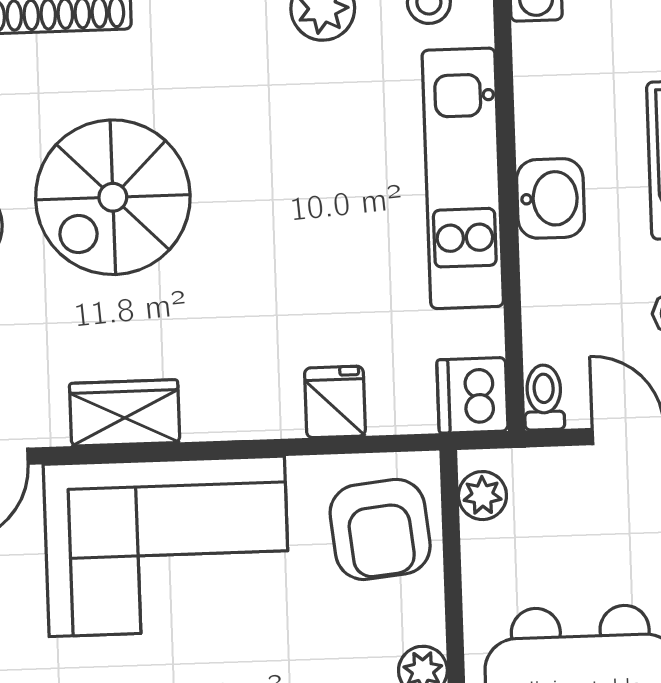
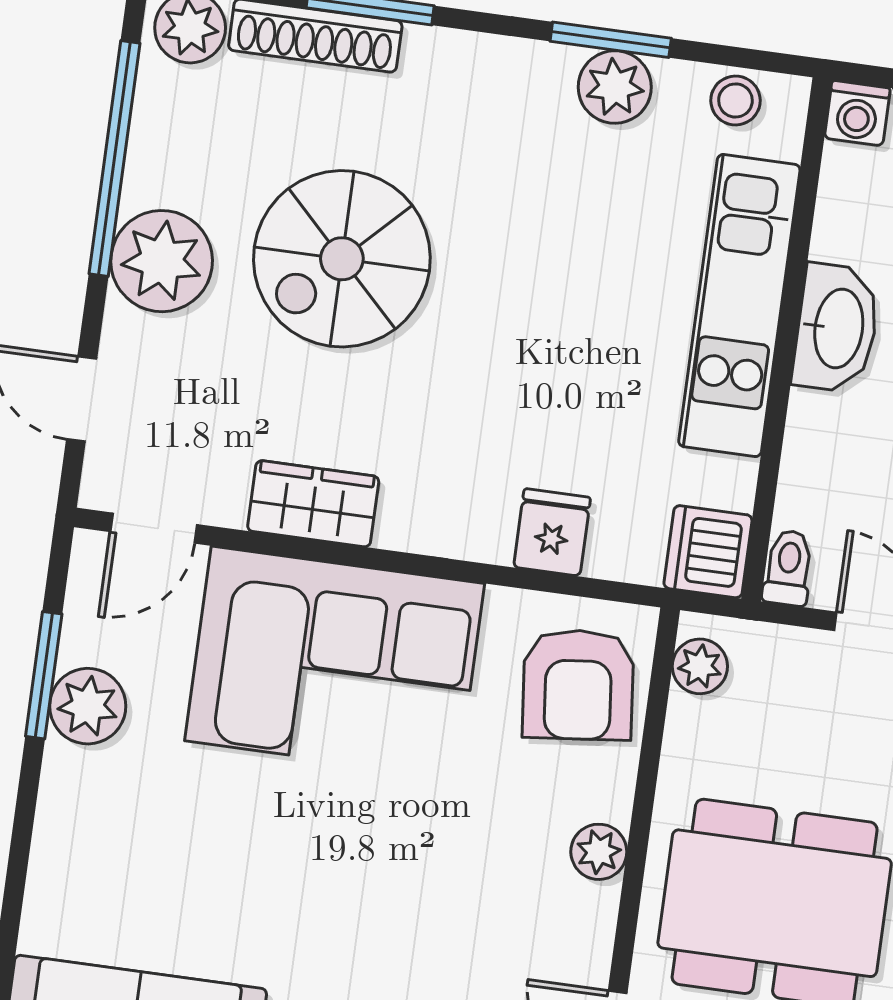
washbasin: (550, 198) -> (837, 328), width x1.38

